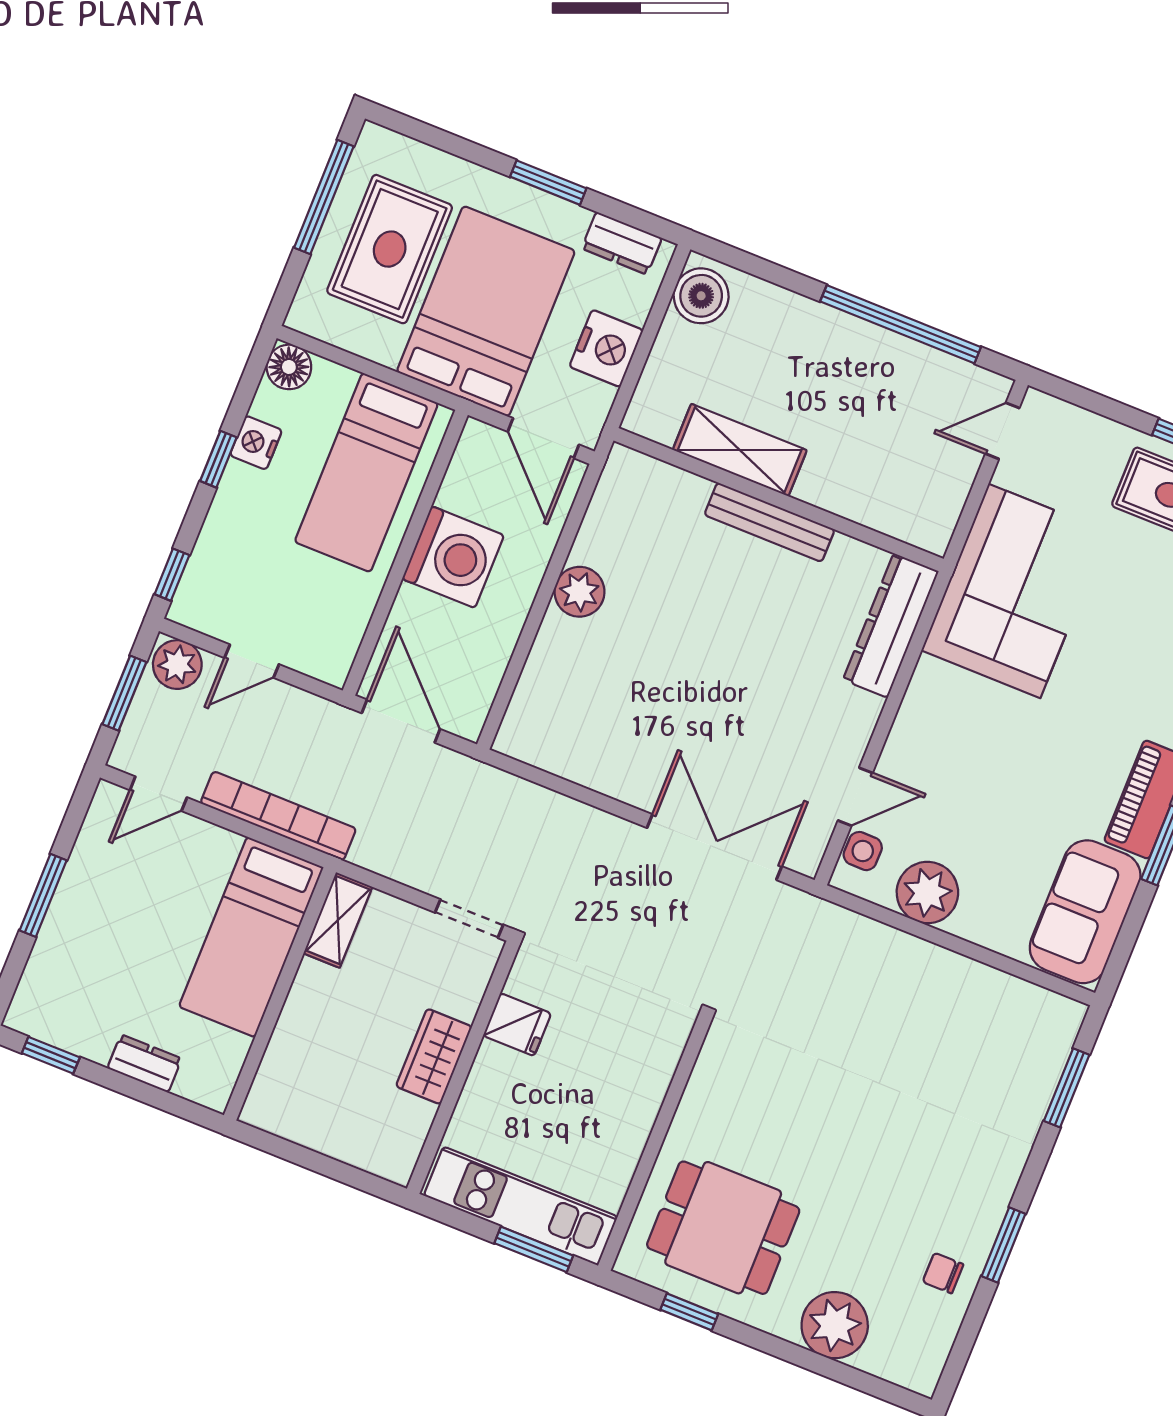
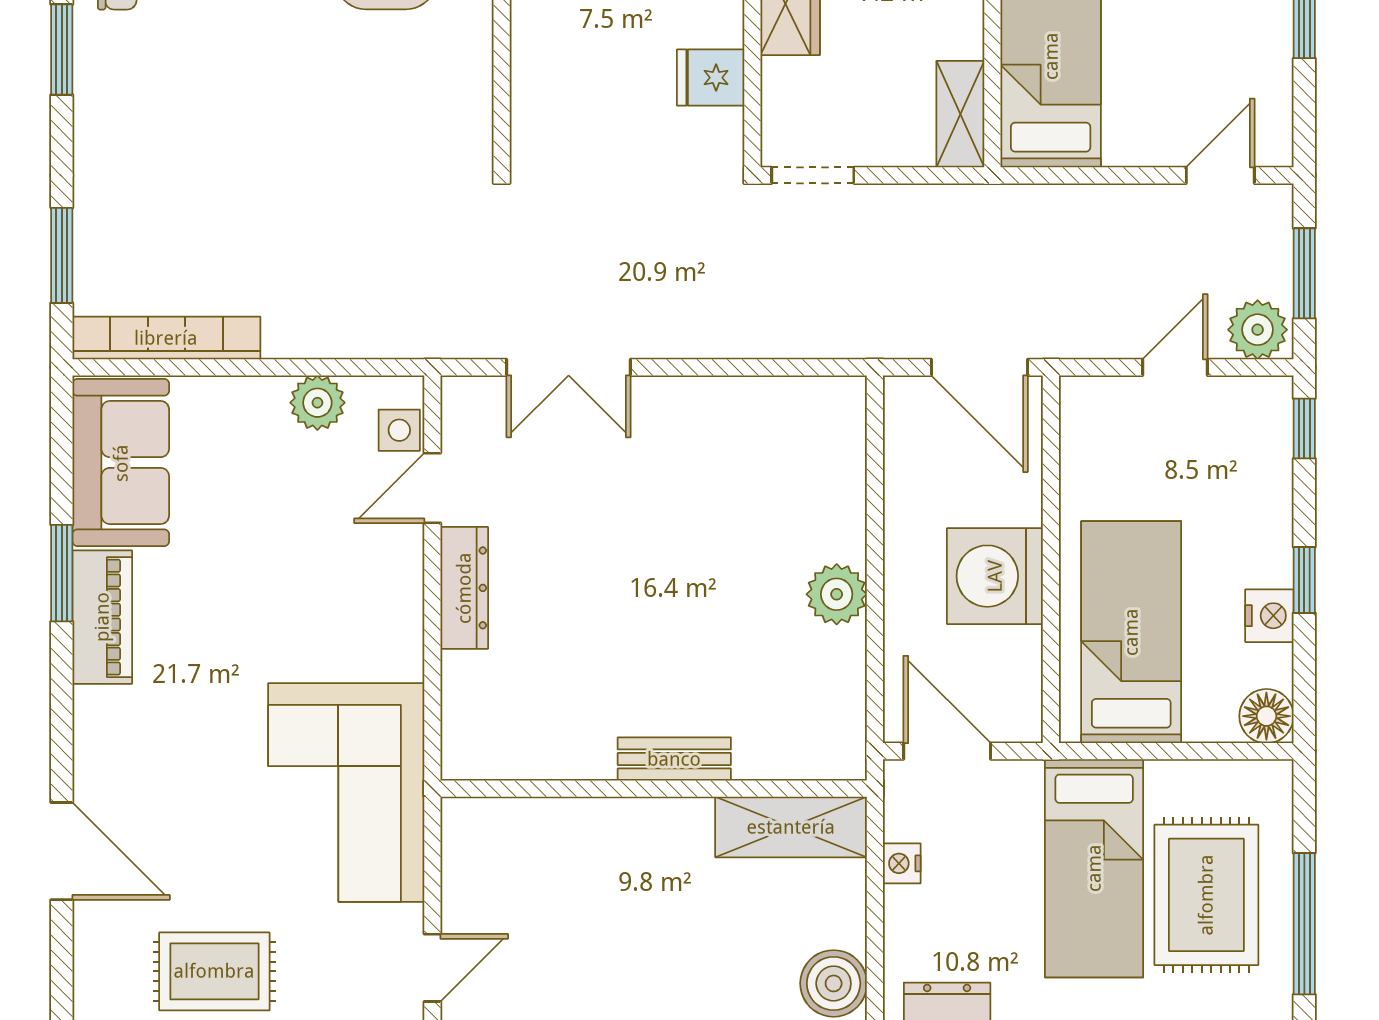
bed: (486, 311) -> (1094, 868), width x0.67
nightstand: (606, 348) -> (902, 863), width x0.53, depth x0.56
shelving: (740, 450) -> (791, 827), moved
bench: (769, 522) -> (674, 759), width x0.73
dresser: (891, 626) -> (464, 588), moved, width x0.73, depth x0.80
bookcase: (278, 816) -> (166, 338), moved, turned 180
double door: (714, 847) -> (569, 367), width x0.73
plant: (927, 893) -> (317, 403), width x0.73, depth x0.73

